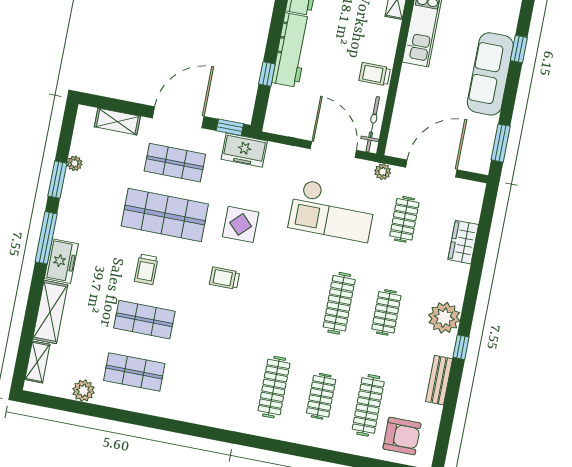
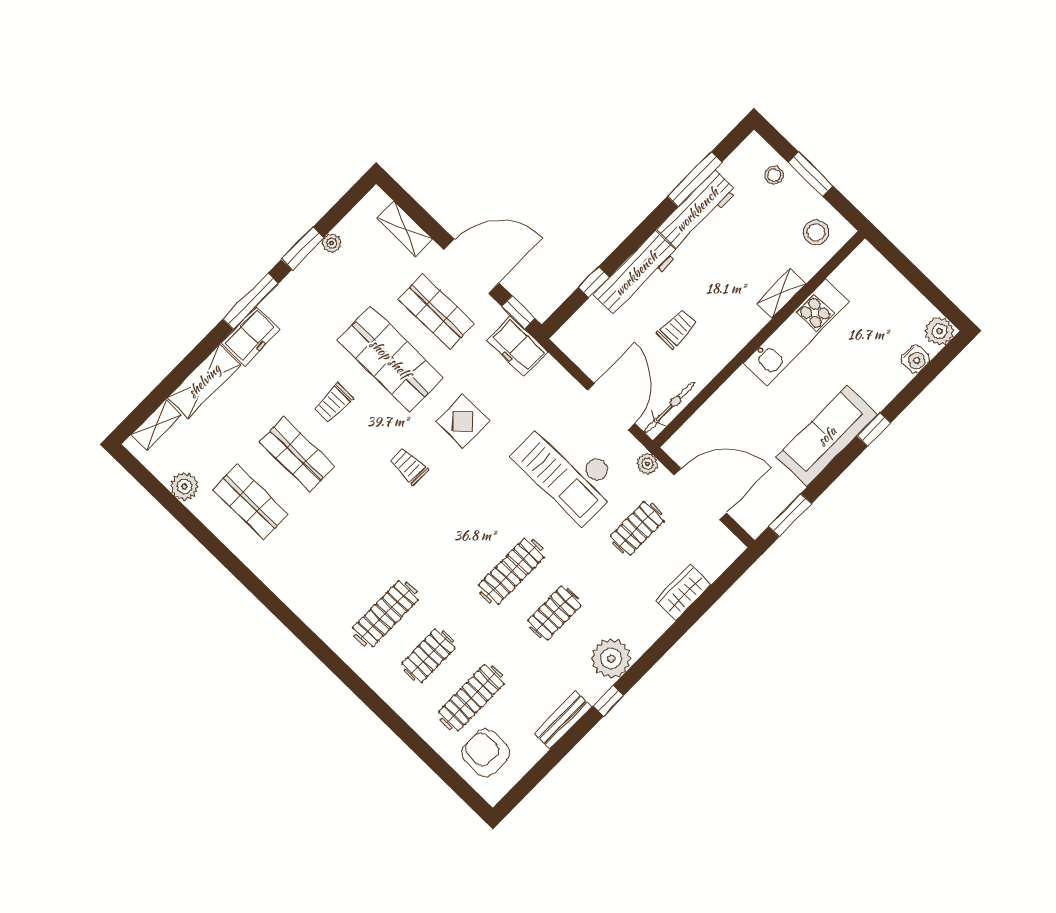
trolley: (375, 74) -> (677, 329), moved, turned 90
armchair: (402, 436) -> (486, 753), turned 180

